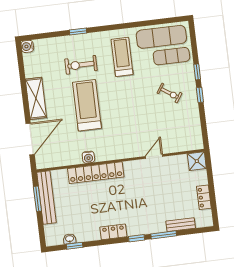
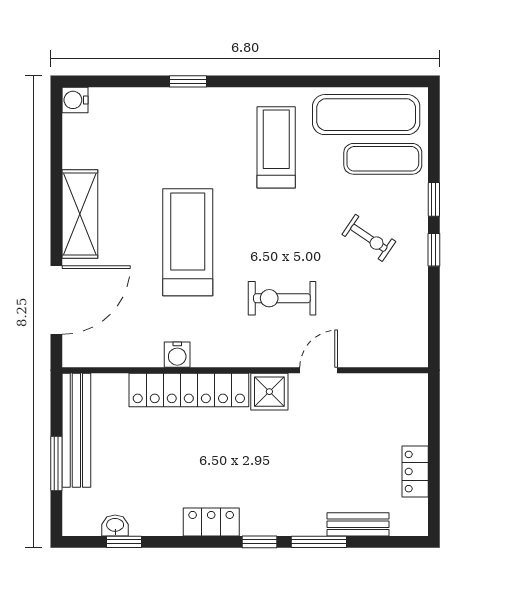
exercise bike: (81, 65) -> (282, 298), moved
shower: (197, 161) -> (269, 392), moved
window: (37, 199) -> (56, 463), moved

